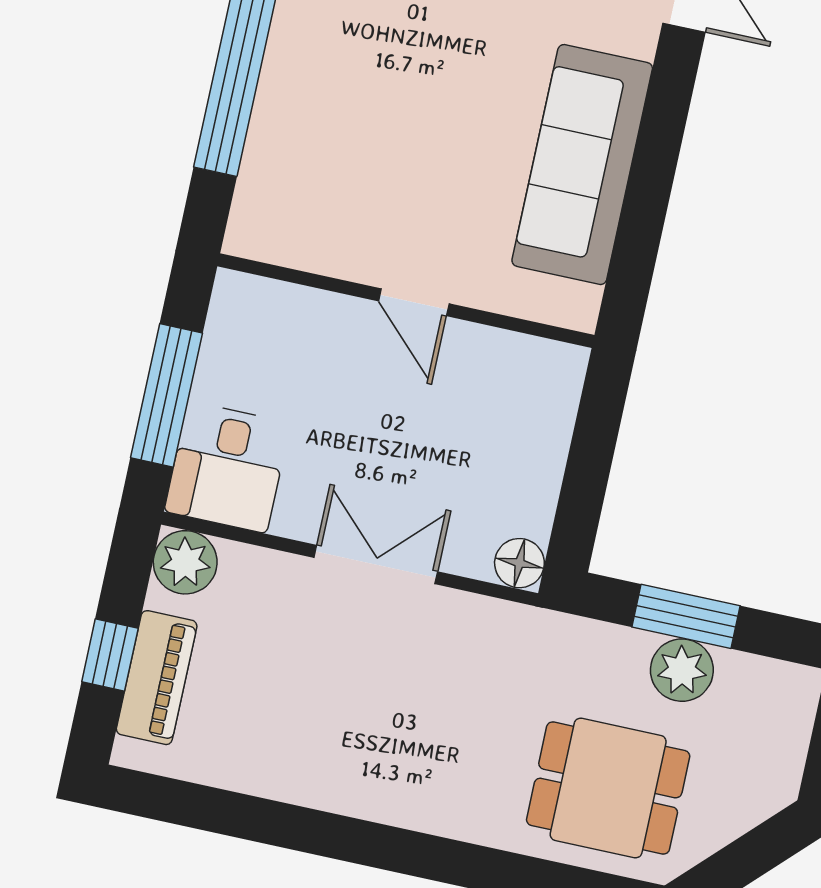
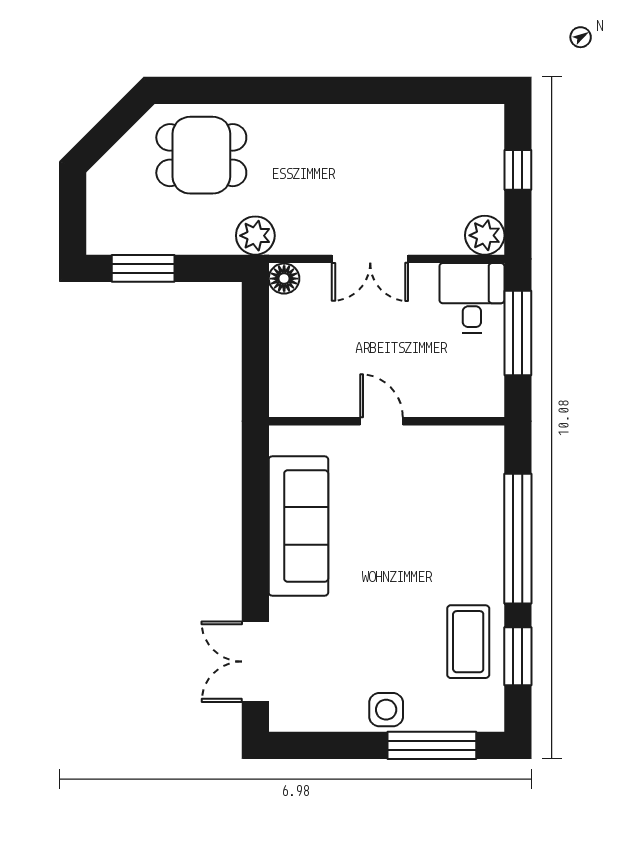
window: (686, 616) -> (143, 268), moved
plant: (682, 670) -> (255, 236), moved
piano: (157, 678) -> (487, 162), removed

